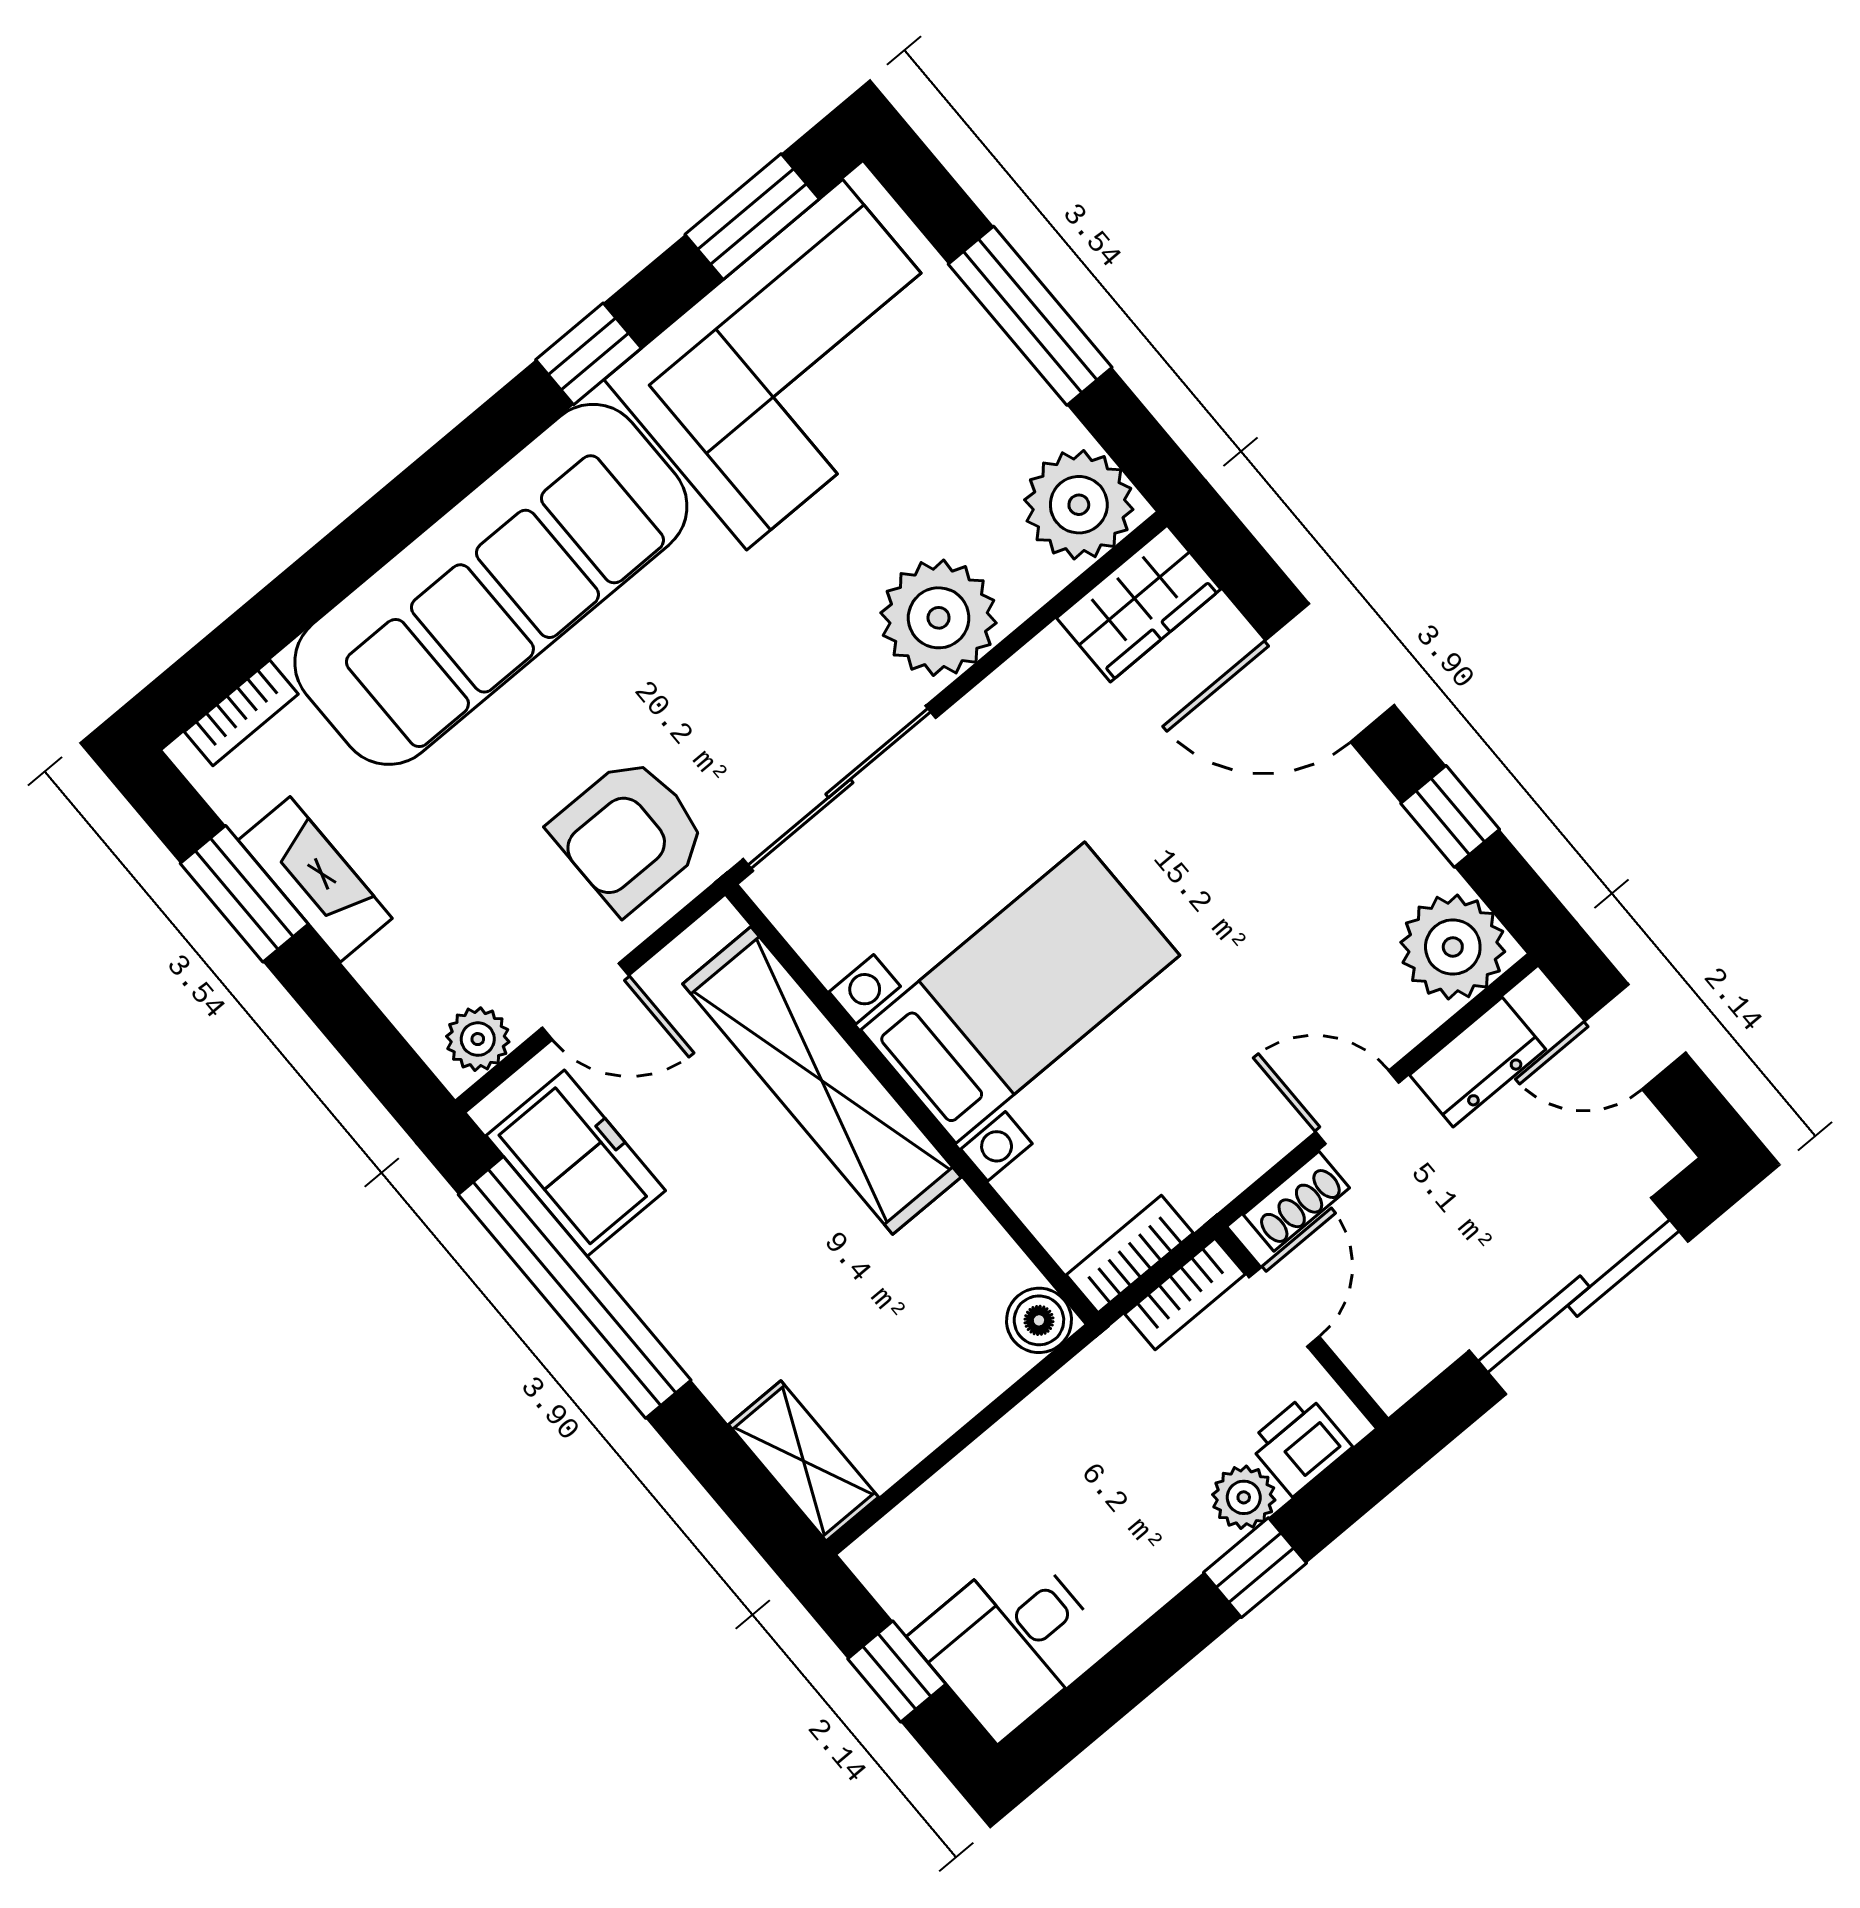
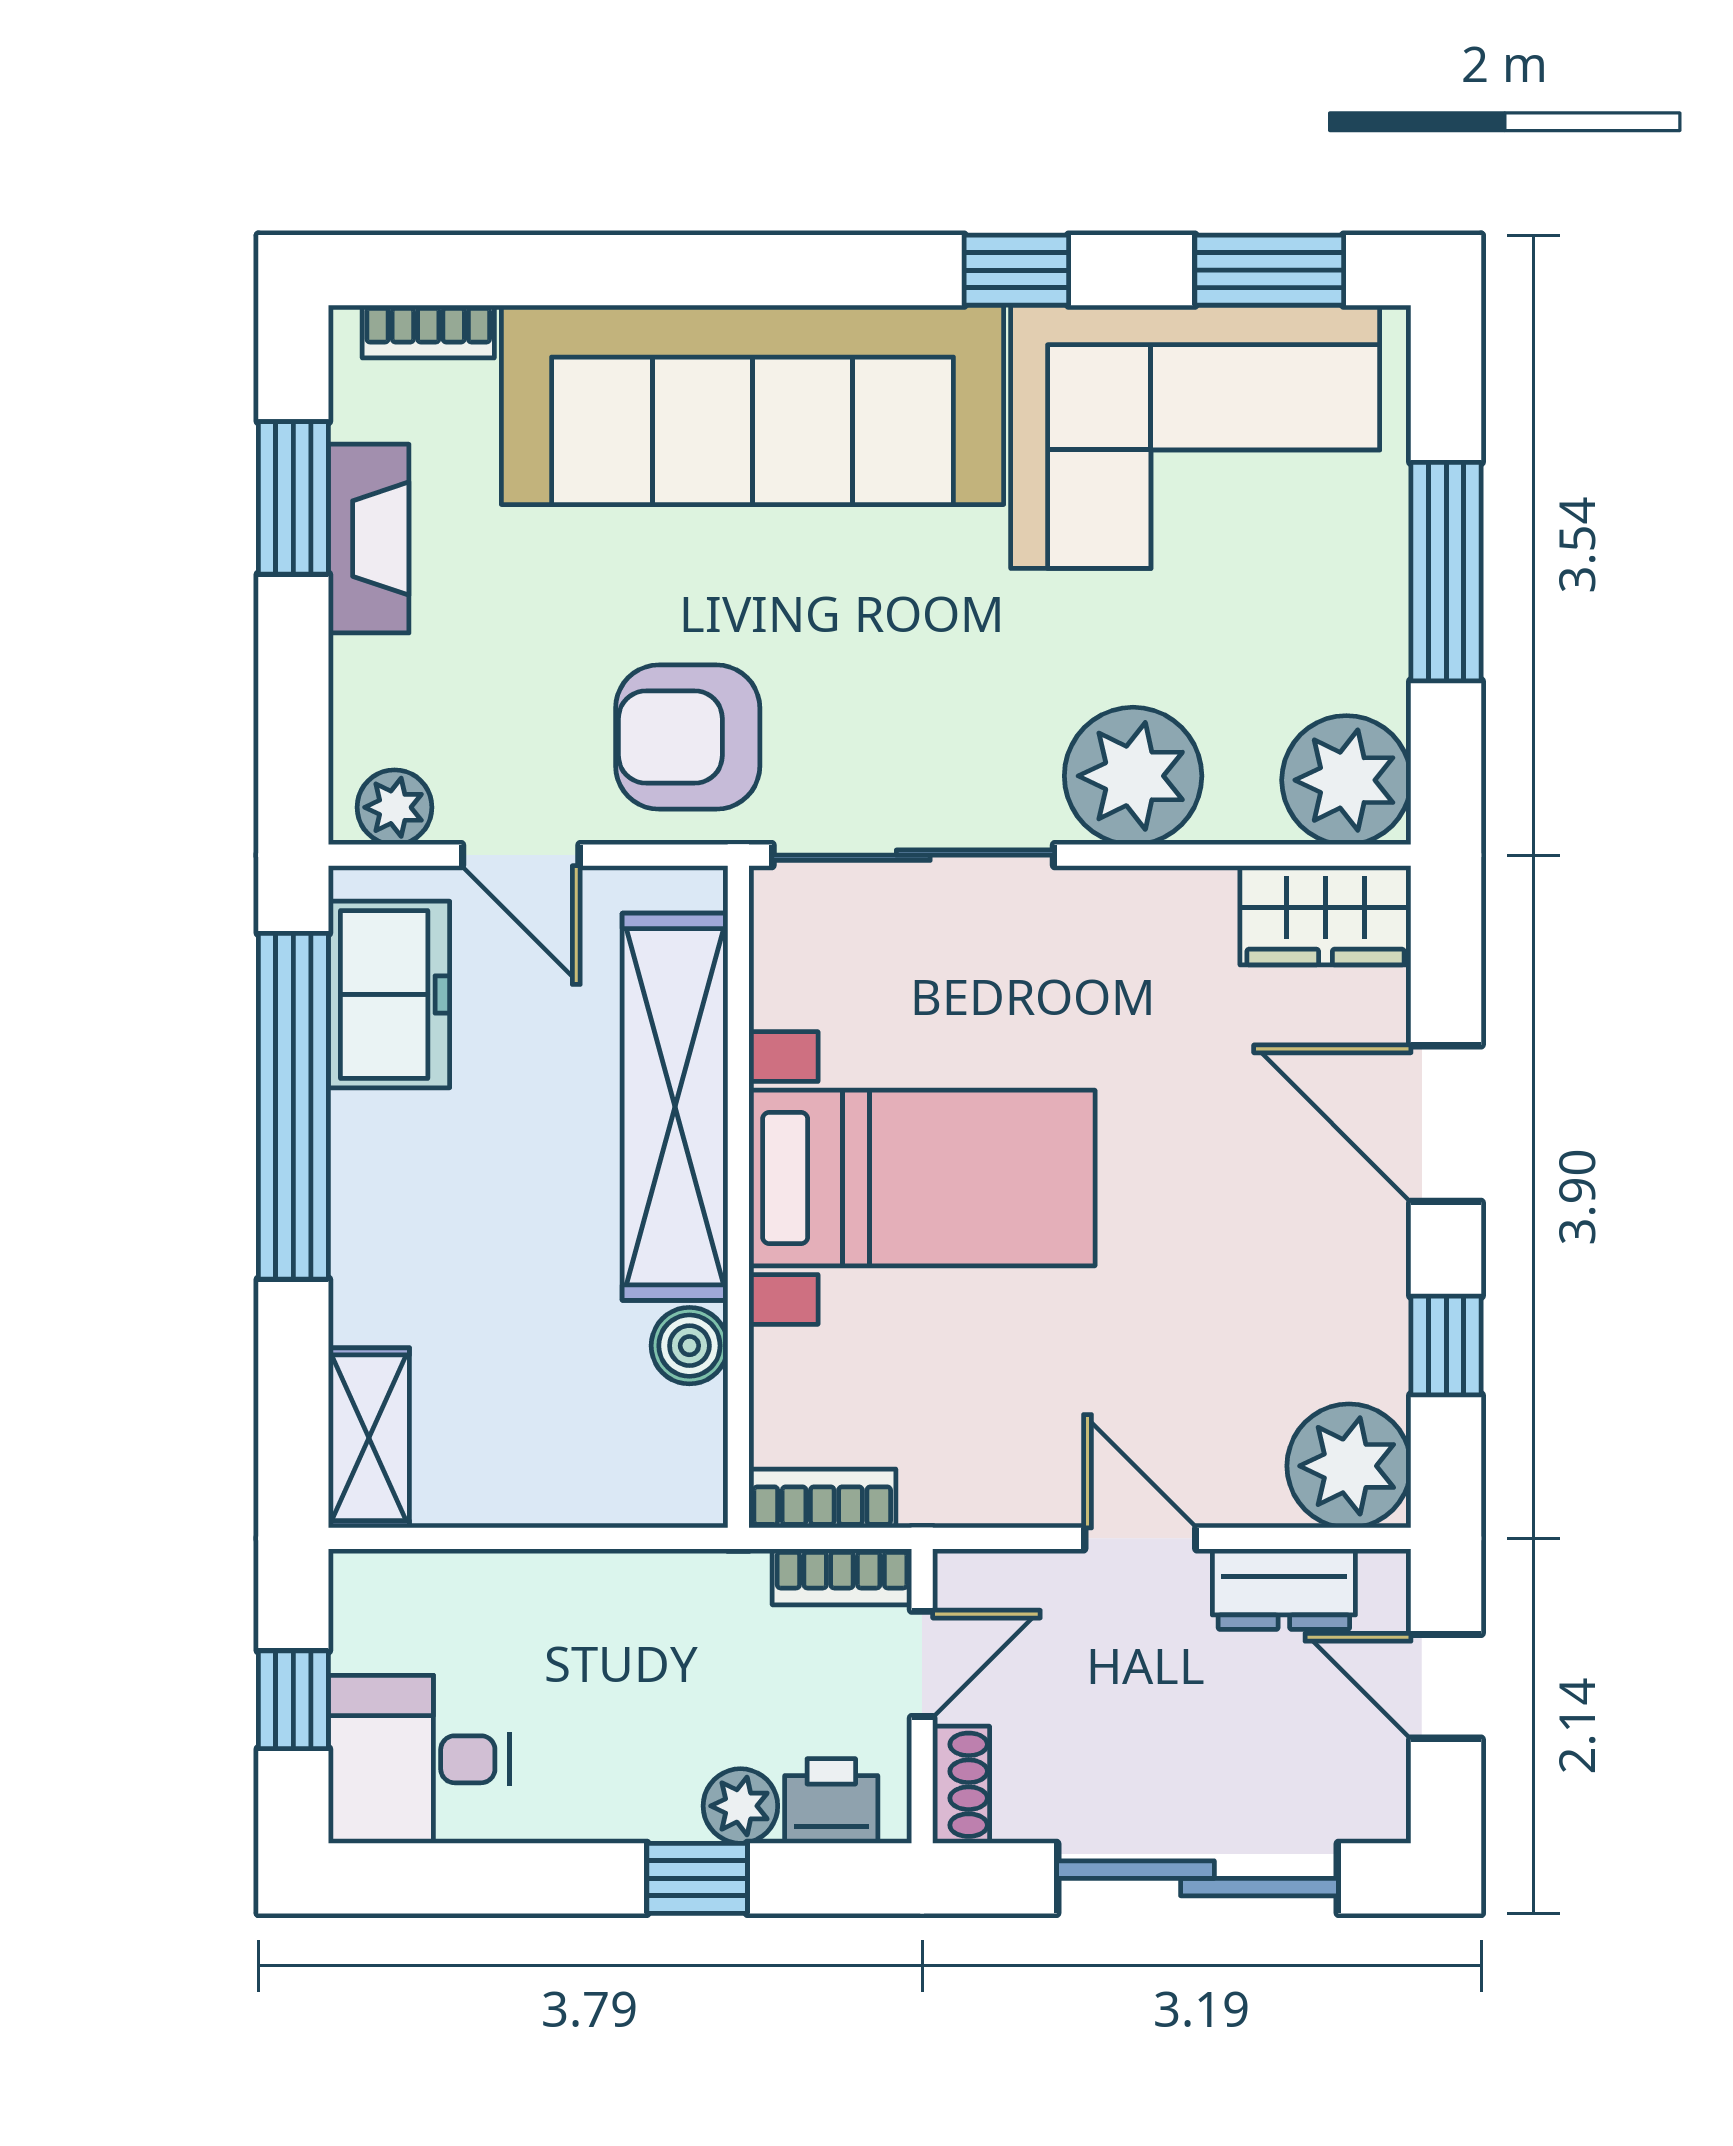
shoe rack: (1296, 1201) -> (961, 1785), moved, turned -90
boiler: (1039, 1320) -> (689, 1346), moved

